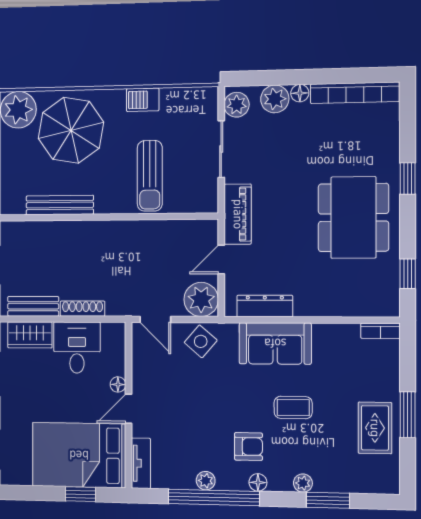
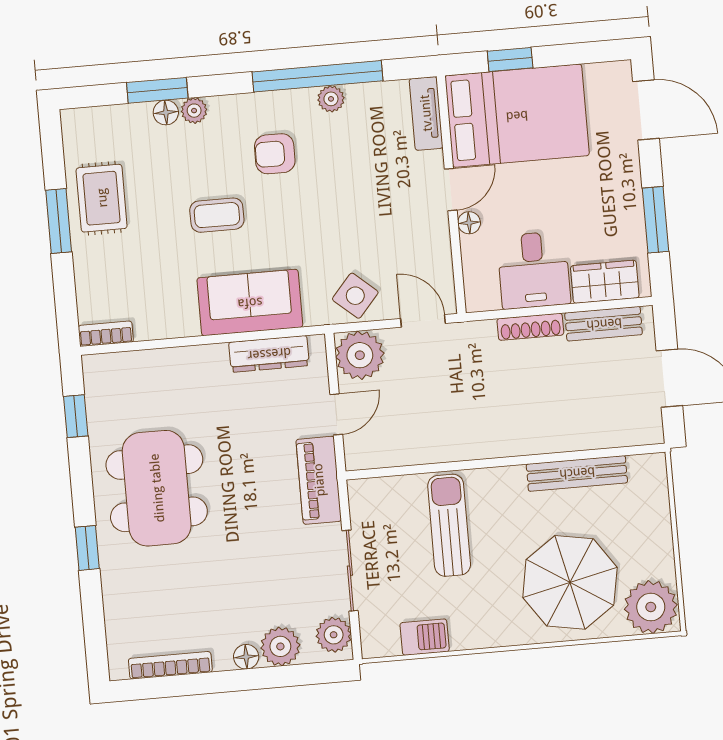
bookcase: (355, 93) -> (170, 665), width x0.68, depth x0.76
barbecue: (143, 100) -> (425, 637), moved
floor lamp: (258, 482) -> (166, 113), moved

